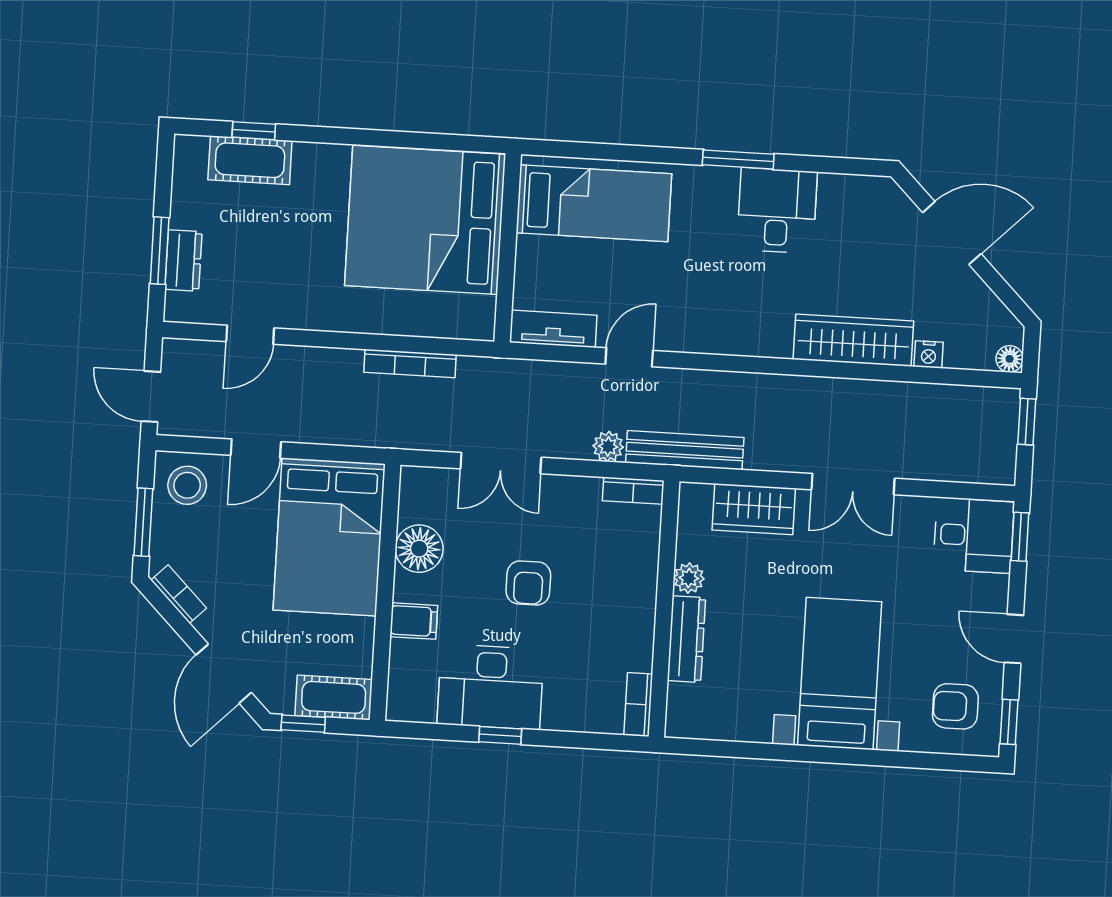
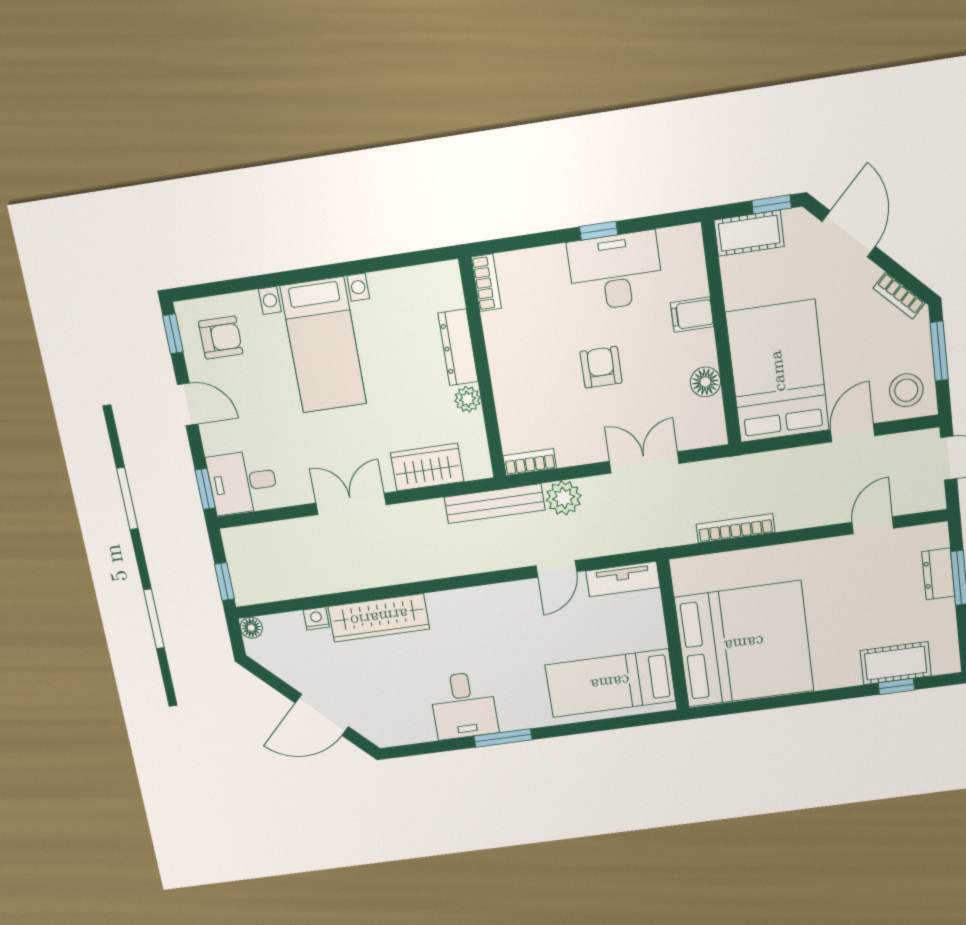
plant: (608, 446) -> (564, 498), width x1.38, depth x1.38
floor lamp: (419, 549) -> (705, 382), width x0.73, depth x0.73

